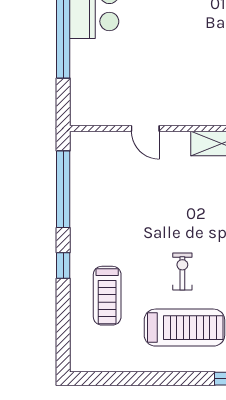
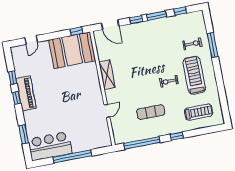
exercise mat: (125, 220) -> (151, 112), added
treadmill: (107, 296) -> (199, 112), moved

